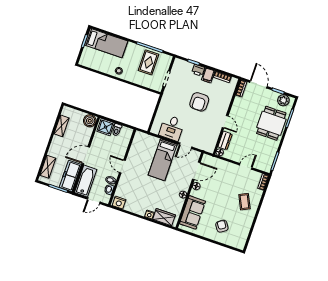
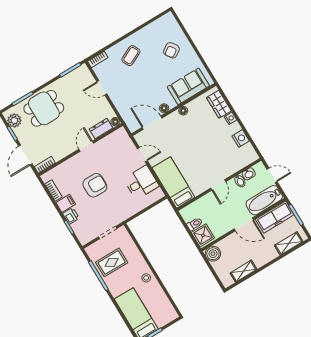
bed: (163, 160) -> (173, 182), moved, turned -90
nightstand: (119, 203) -> (241, 138), moved

